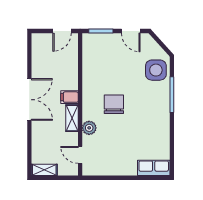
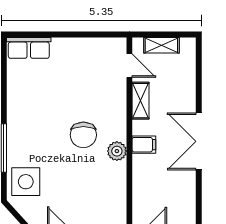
shelving: (72, 118) -> (141, 101), moved
plant: (89, 128) -> (117, 151), moved
shelving: (44, 170) -> (161, 45), moved

